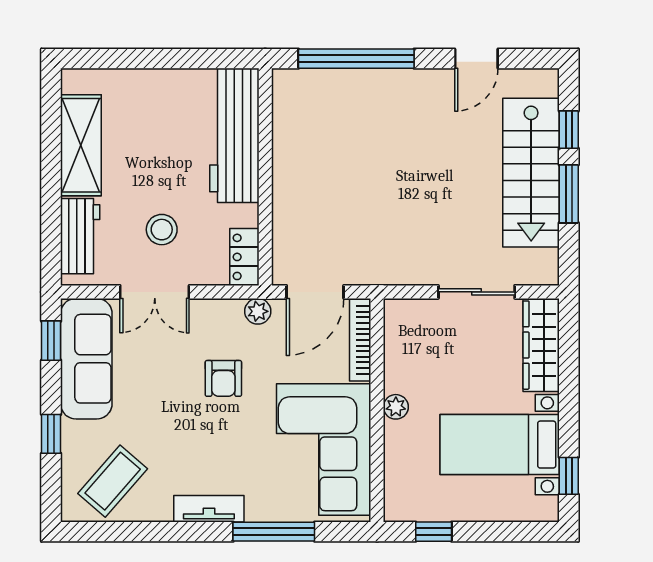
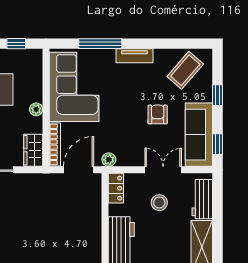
wardrobe: (401, 329) -> (33, 150), added
armchair: (223, 378) -> (158, 114), moved

